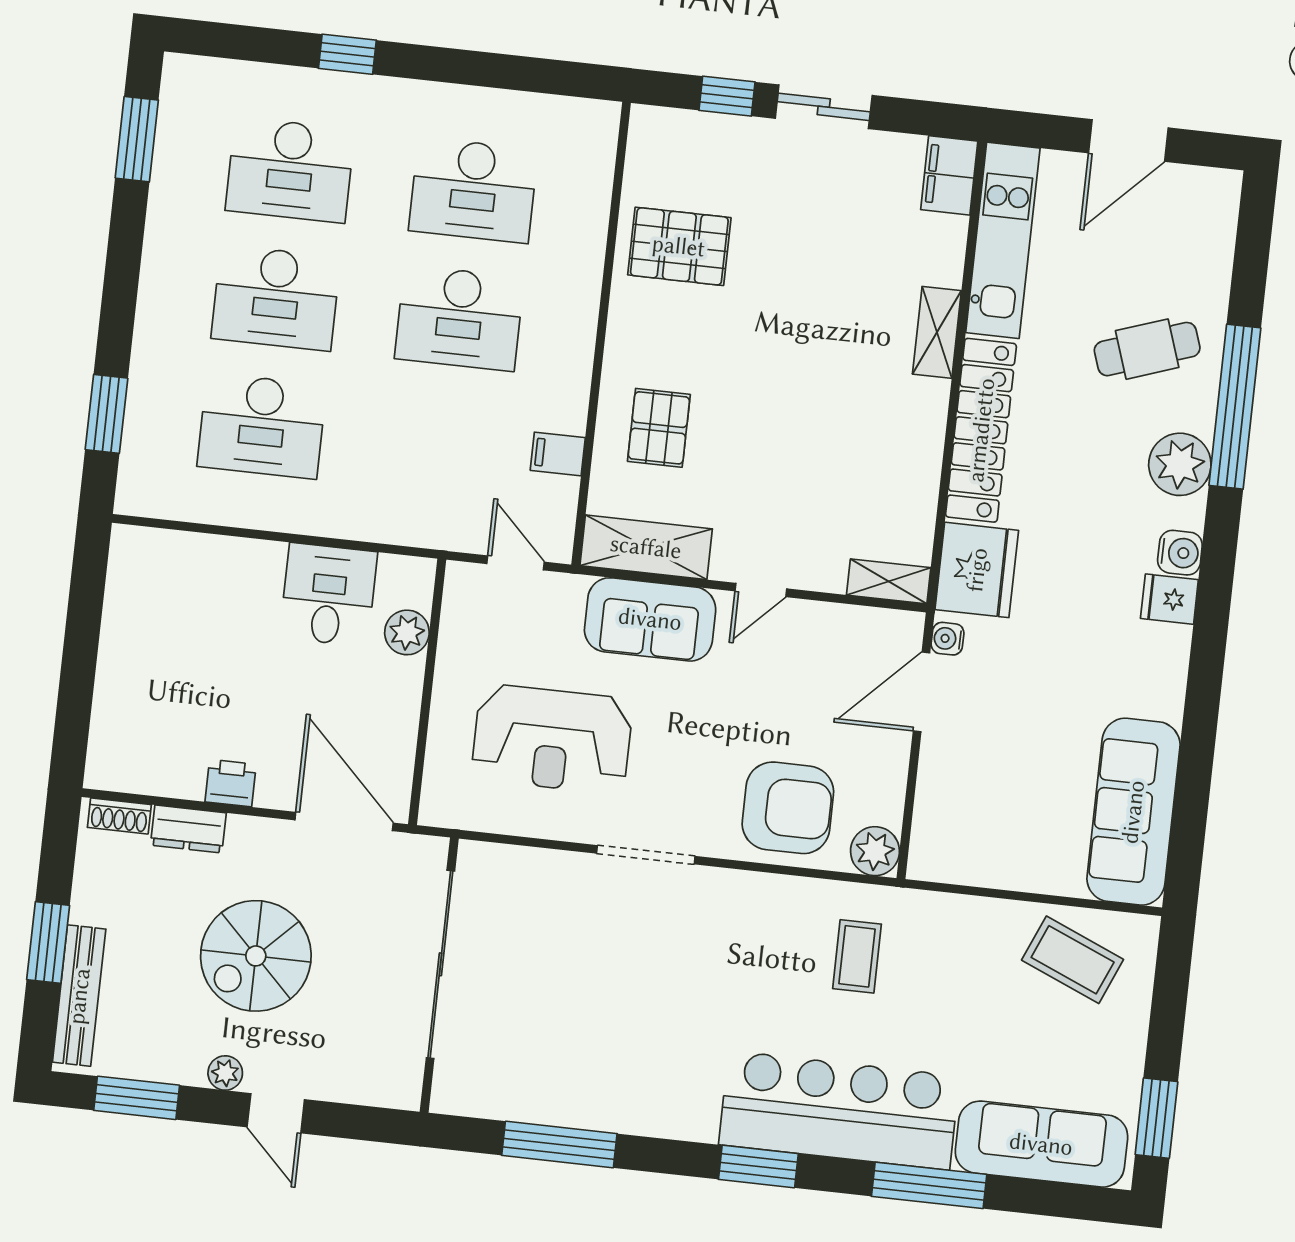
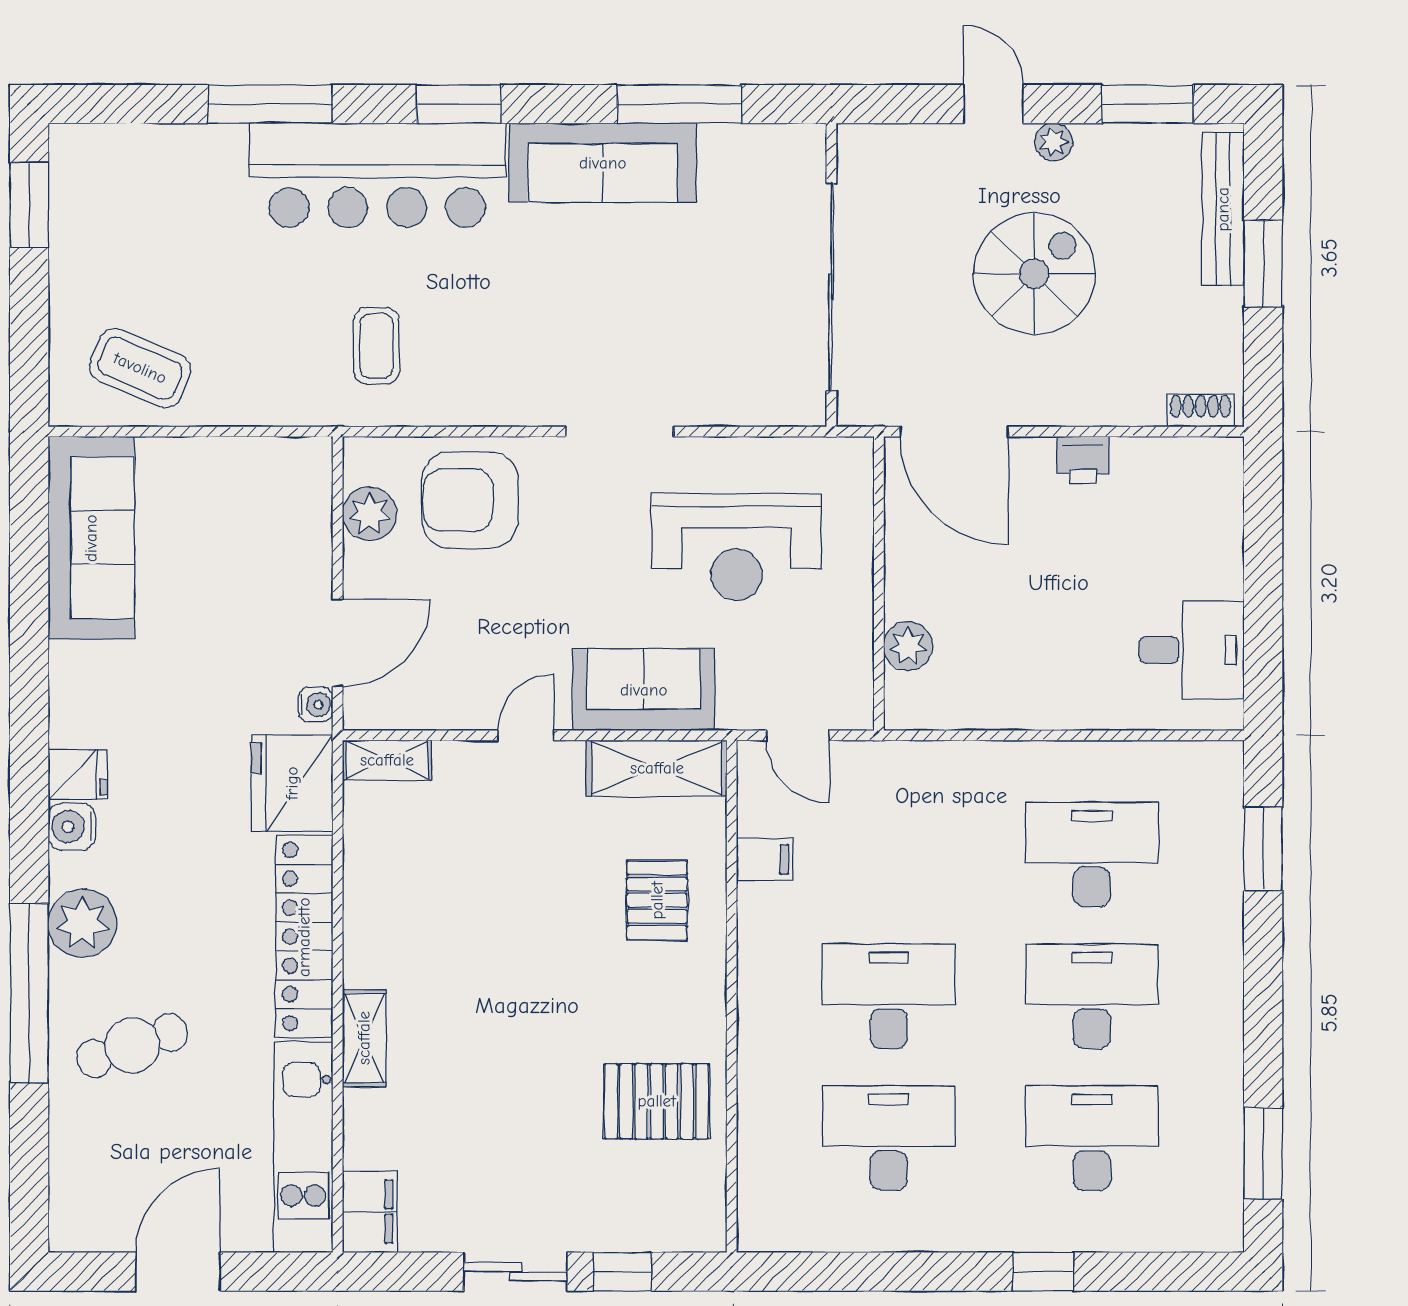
desk: (328, 595) -> (1191, 650), moved, turned -90
reception desk: (552, 739) -> (736, 547), turned 180
dresser: (188, 829) -> (1123, 404), removed
plant: (875, 851) -> (369, 514), moved
sofa: (1041, 1144) -> (603, 163), moved

